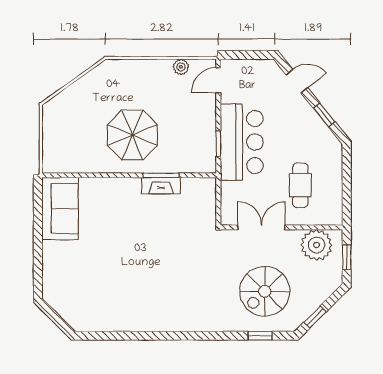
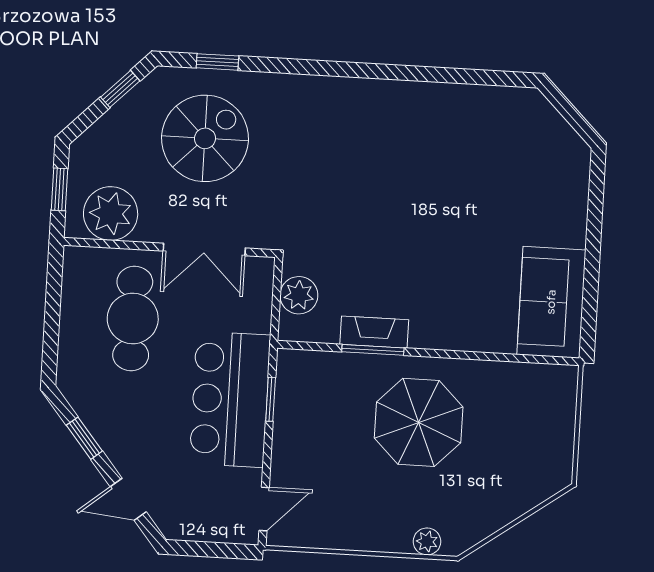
plant: (181, 67) -> (427, 541), moved
cafe table: (300, 185) -> (133, 318), width x1.37, depth x1.35
plant: (206, 204) -> (299, 295), added

